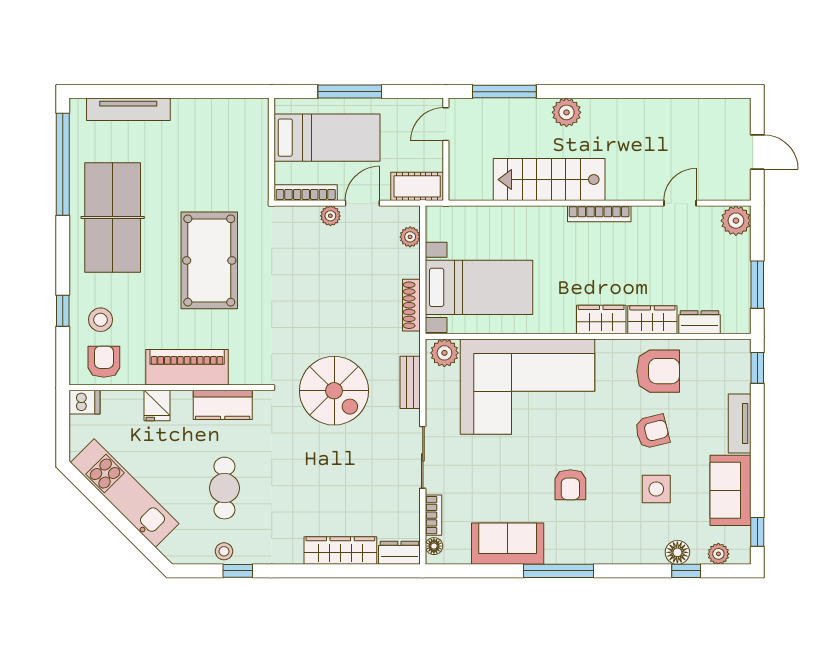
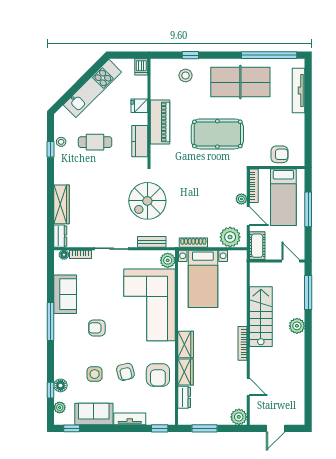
plant: (410, 237) -> (230, 237), width x1.88, depth x1.88
armchair: (104, 362) -> (280, 154), moved

